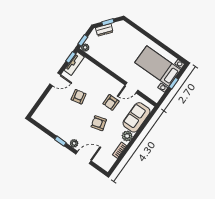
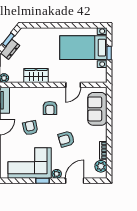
wardrobe: (109, 62) -> (36, 76), added
armchair: (111, 102) -> (50, 108), moved
corner sofa: (60, 122) -> (30, 163), added
plant: (127, 136) -> (101, 166), moved

